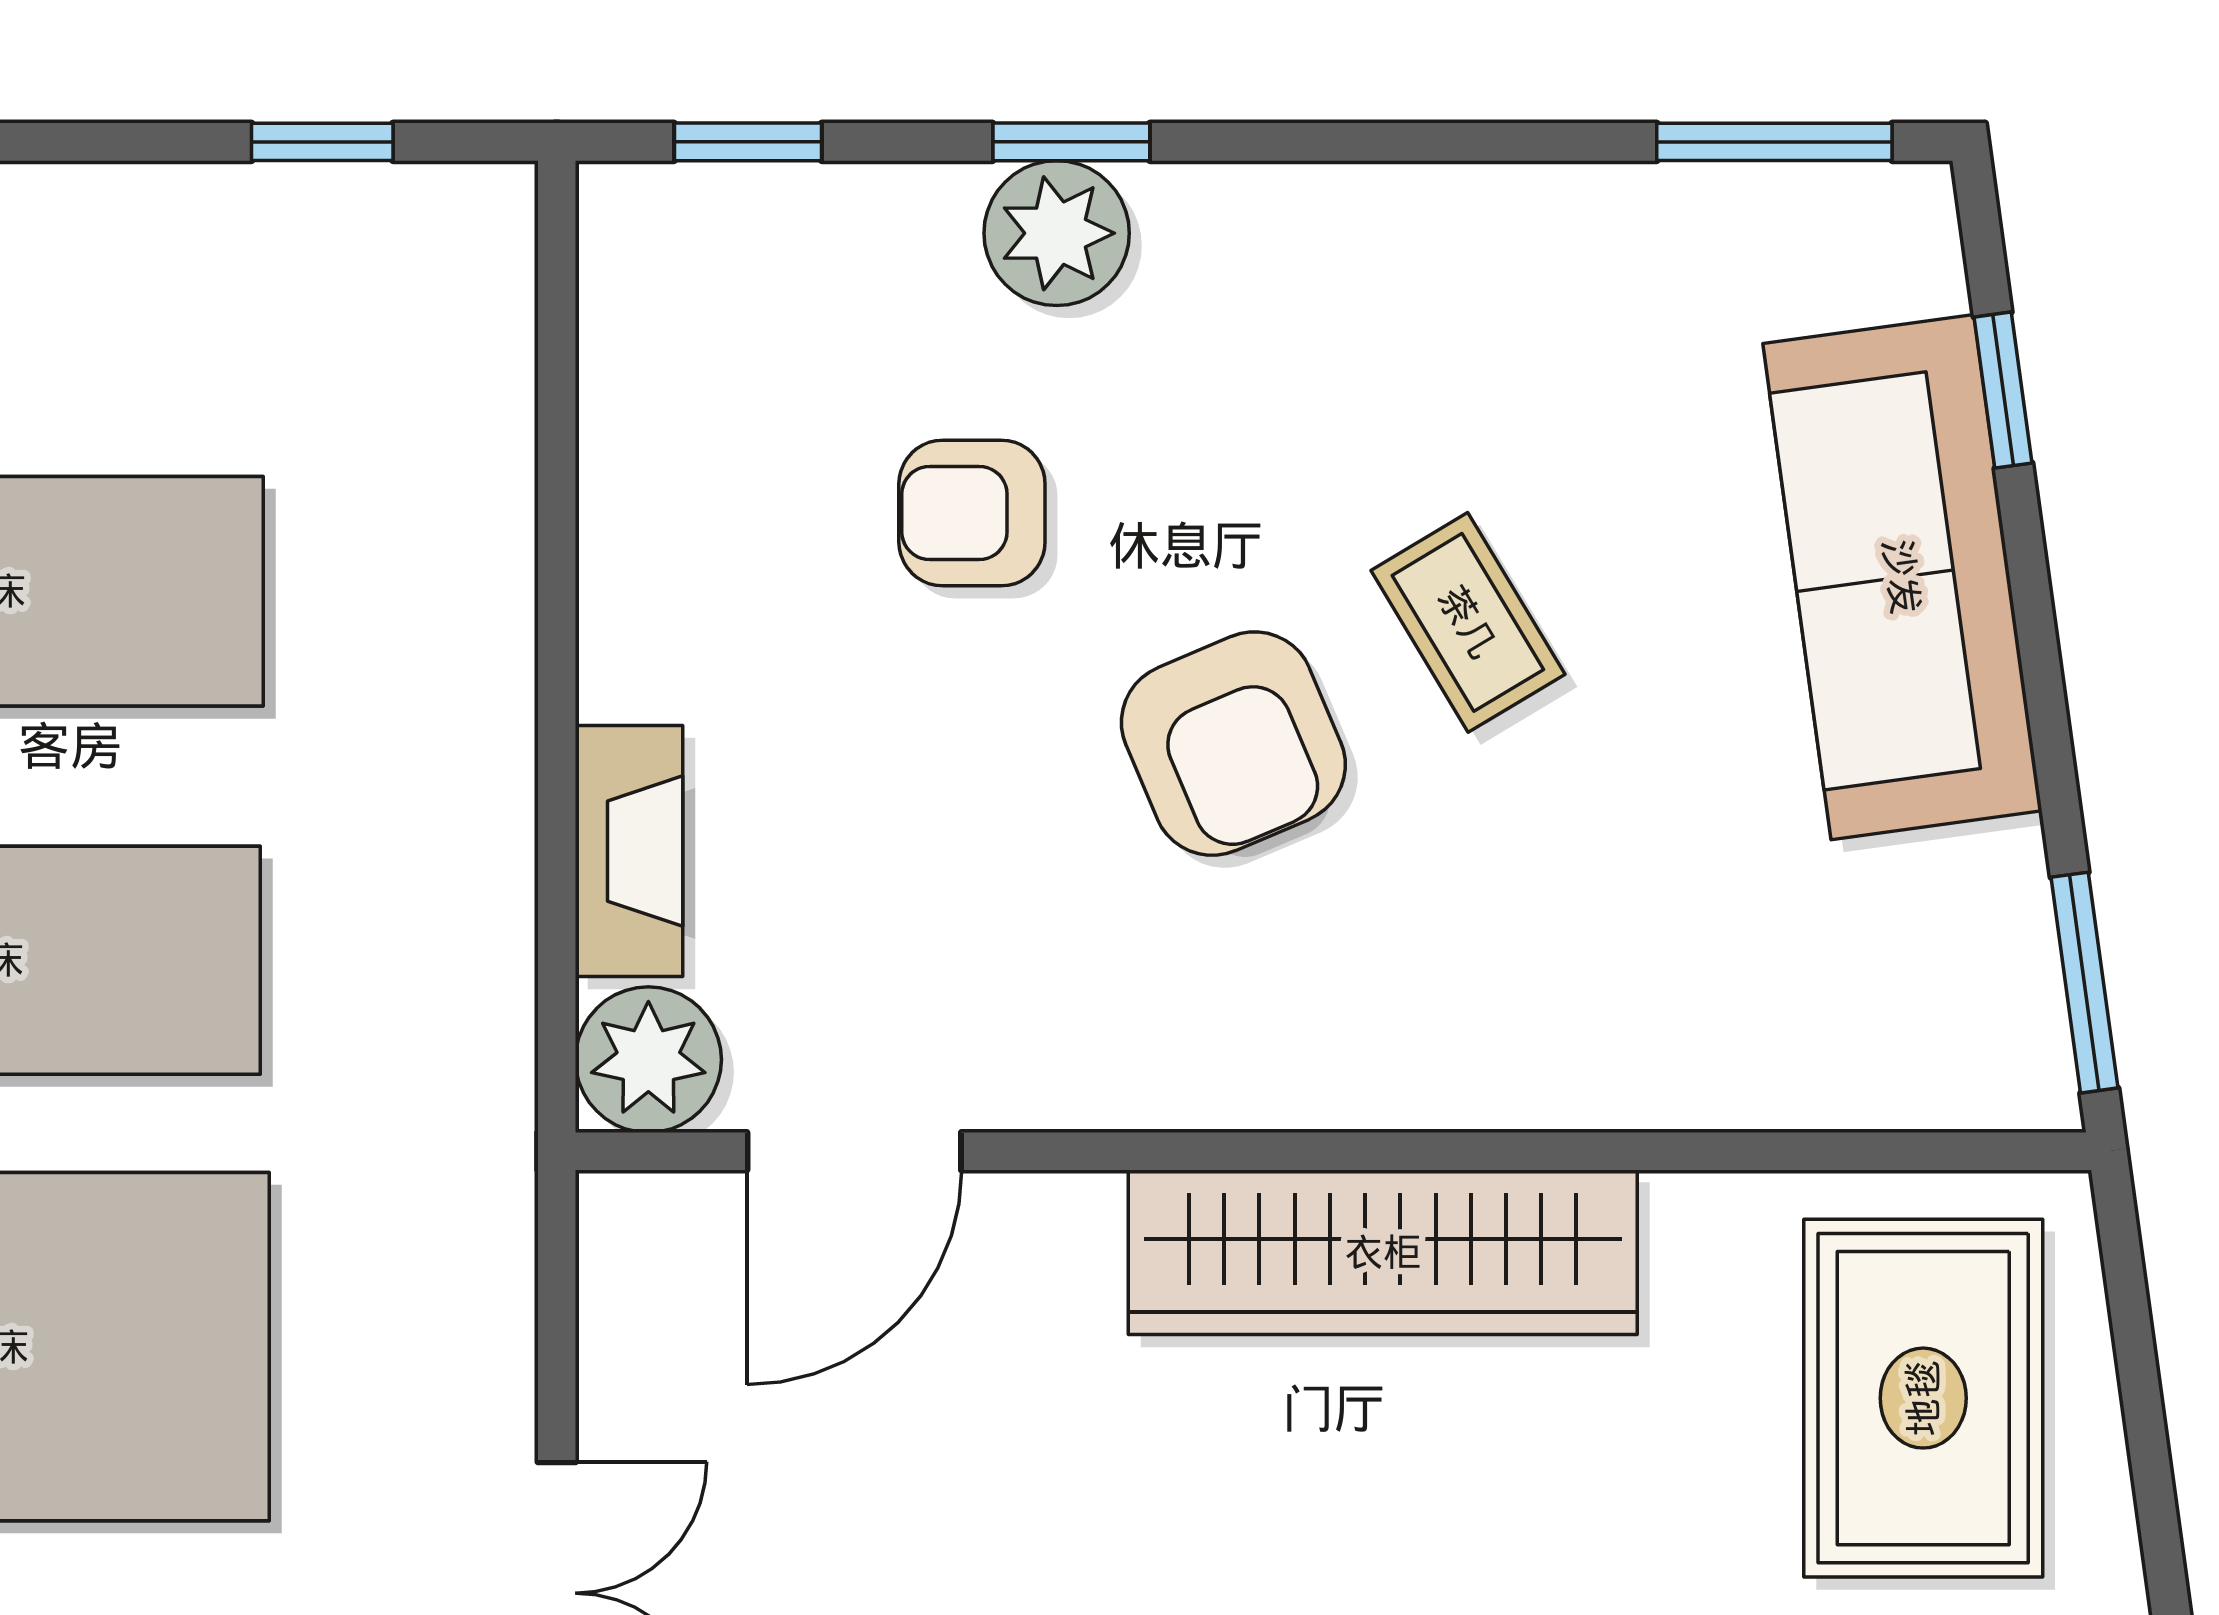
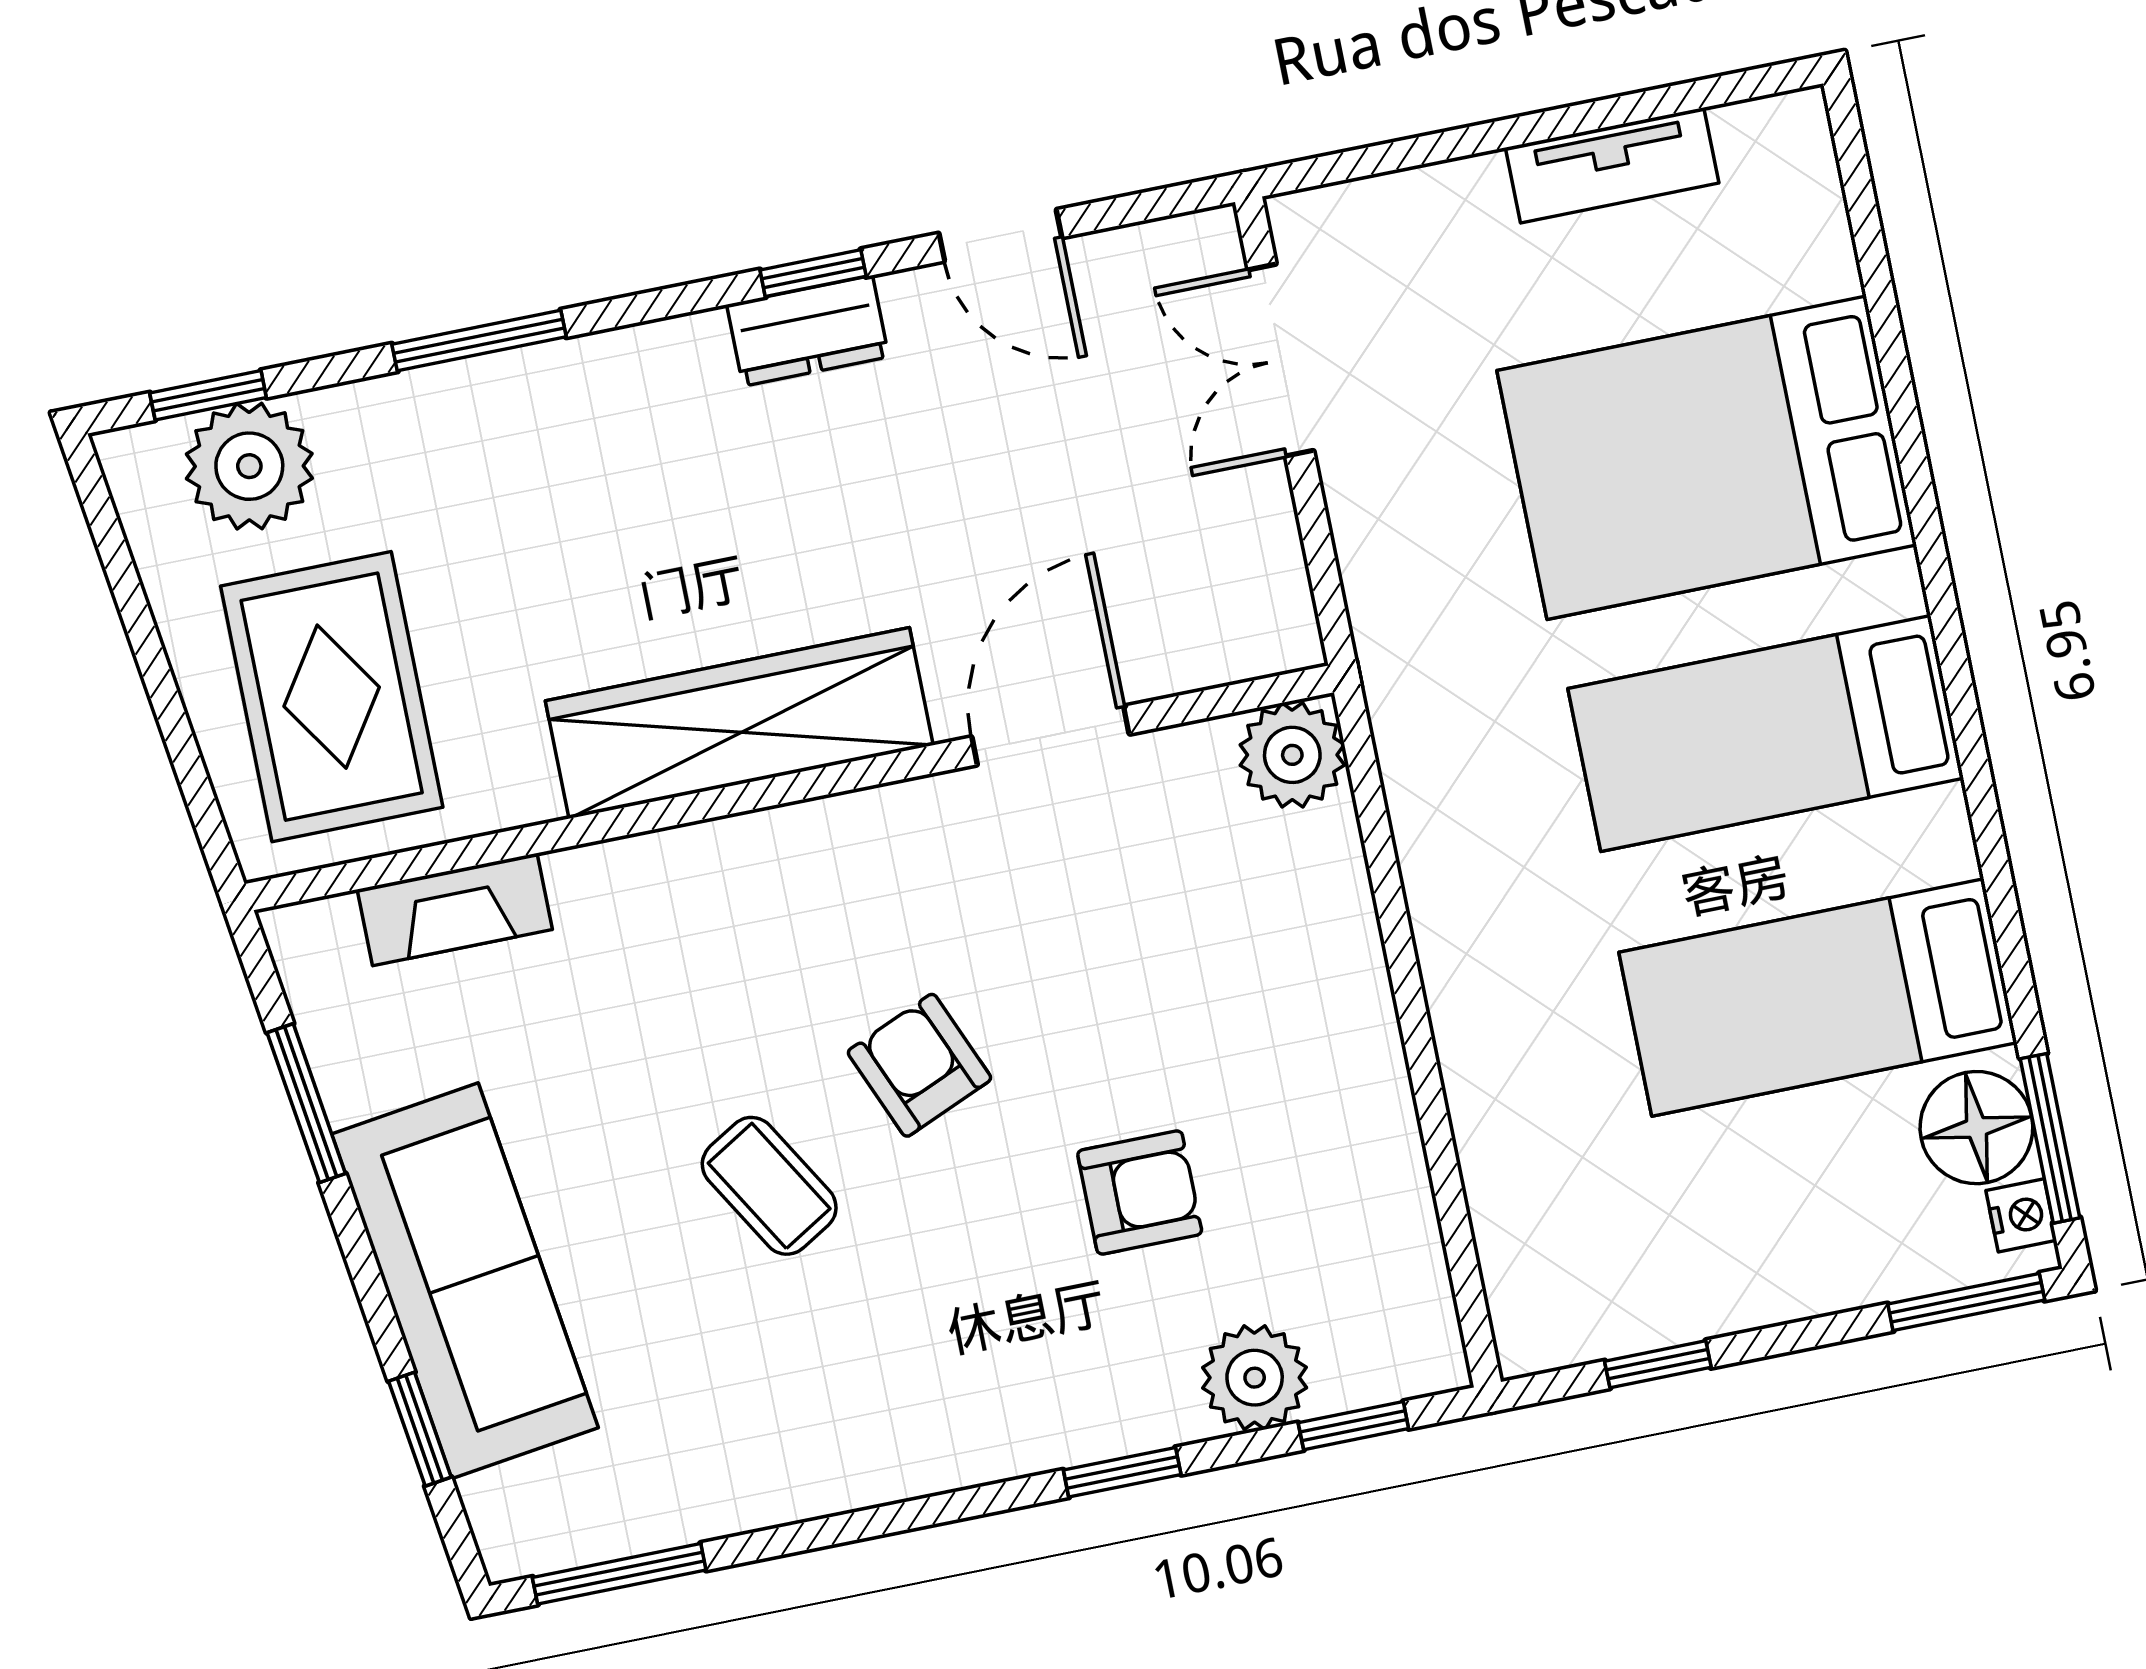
plant: (1057, 233) -> (1255, 1378), moved
armchair: (1233, 744) -> (919, 1065), width x0.72, depth x0.72
fireplace: (629, 851) -> (455, 909), moved, turned -90
window: (2084, 983) -> (306, 1103), moved
door: (854, 1151) -> (1051, 735), moved

